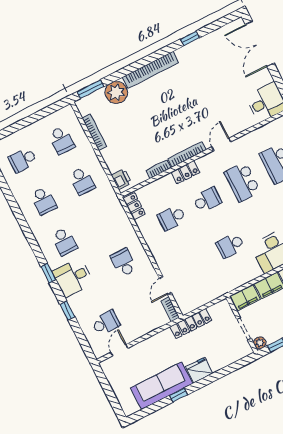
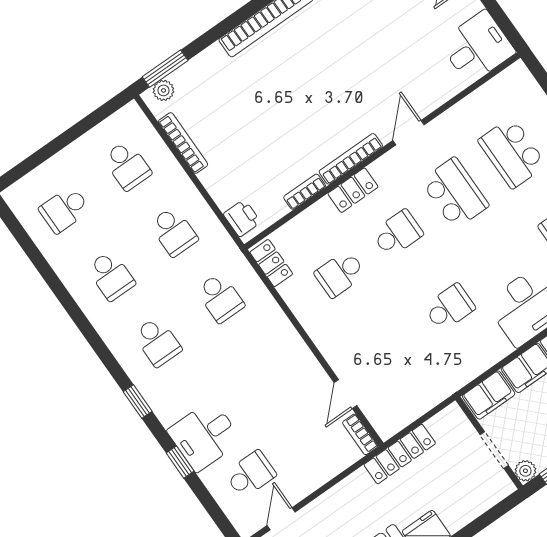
plant: (116, 92) -> (163, 90), moved, width x0.53, depth x0.53
school desk: (242, 182) -> (455, 193), turned 180
school desk: (230, 245) -> (449, 307), turned 180
school desk: (124, 262) -> (220, 298), moved, turned 180
desk: (73, 278) -> (205, 436), moved

